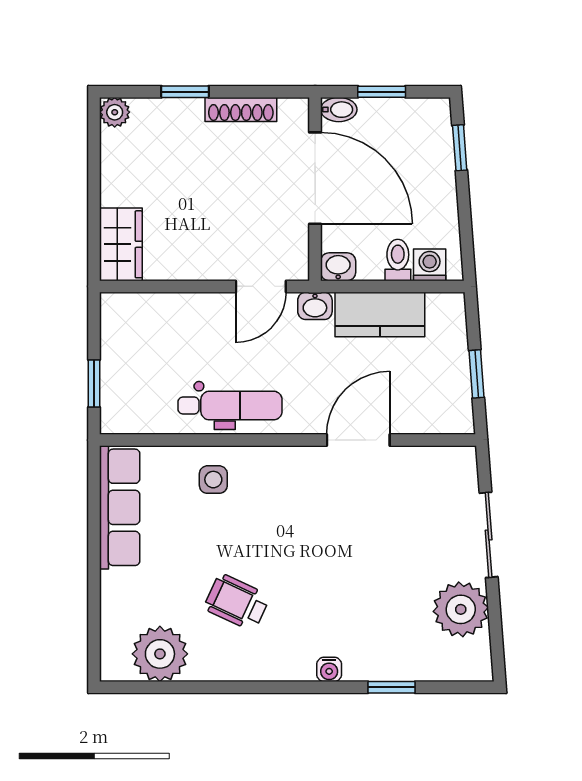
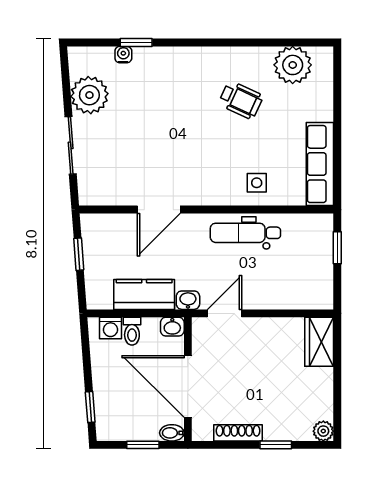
water cooler: (329, 669) -> (123, 55), moved

